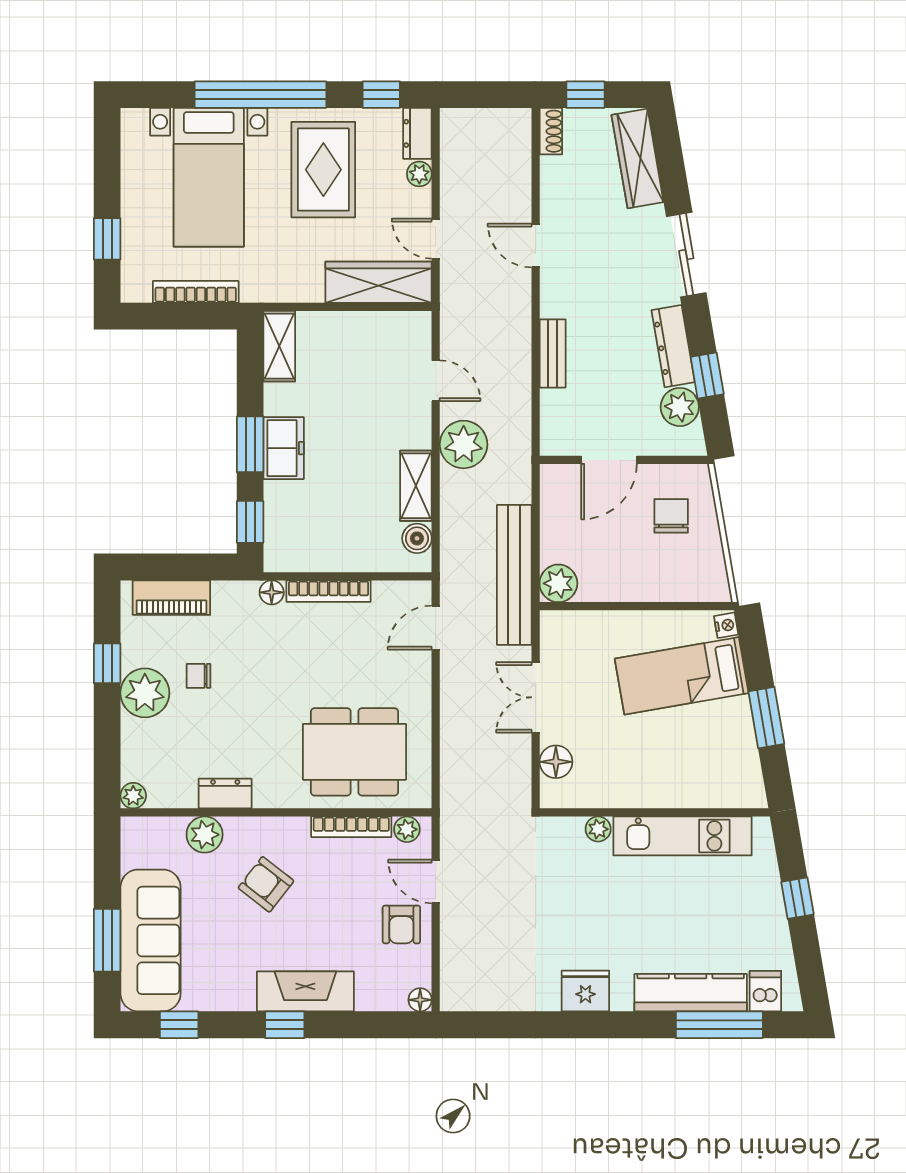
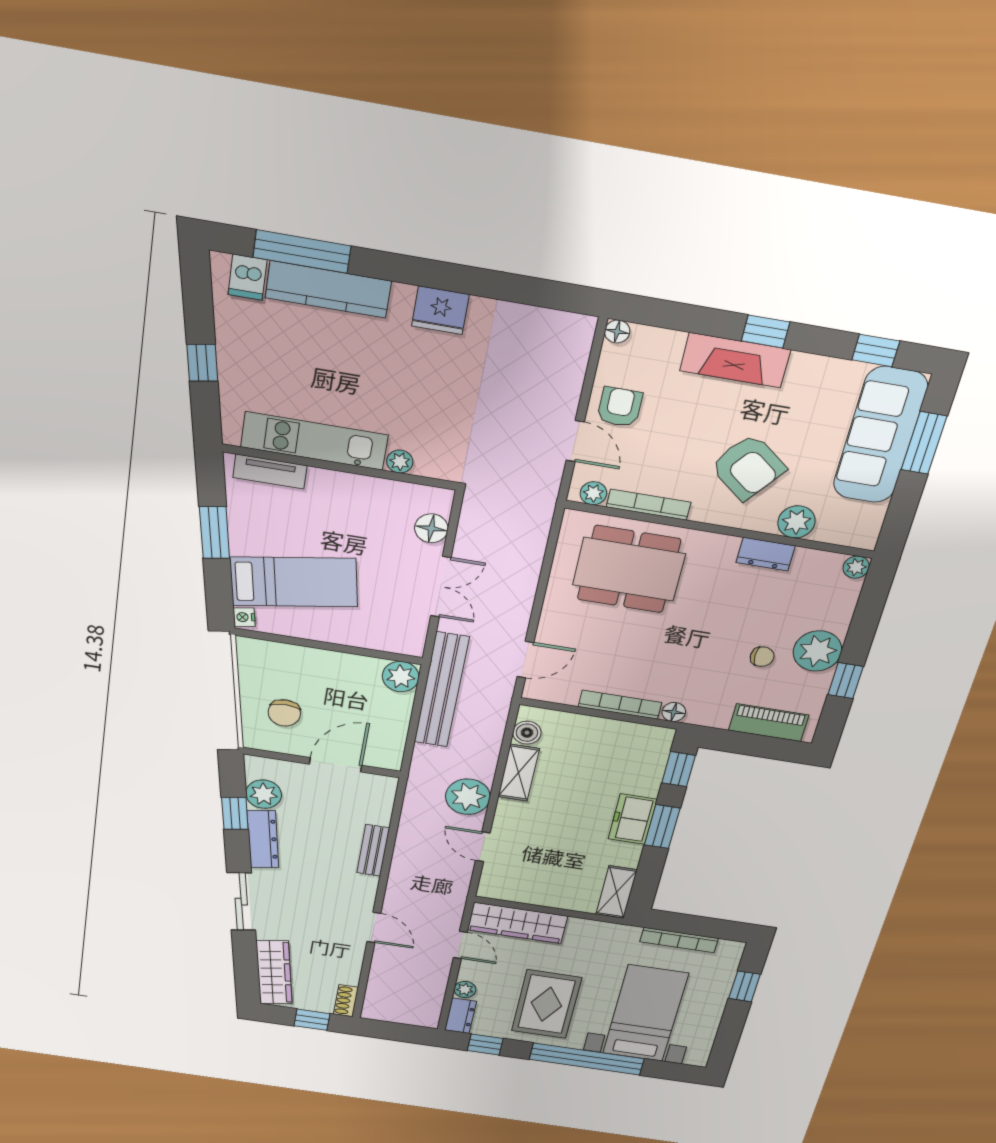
tv unit: (721, 795) -> (270, 472), added
armchair: (266, 884) -> (748, 467), width x1.38, depth x1.38

